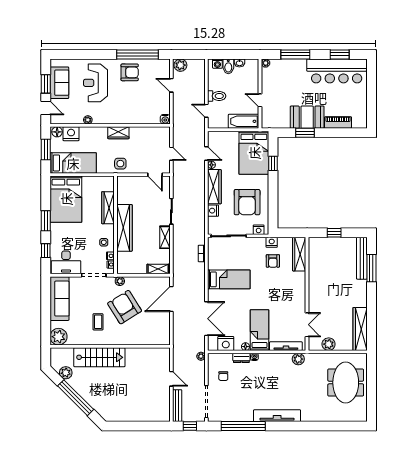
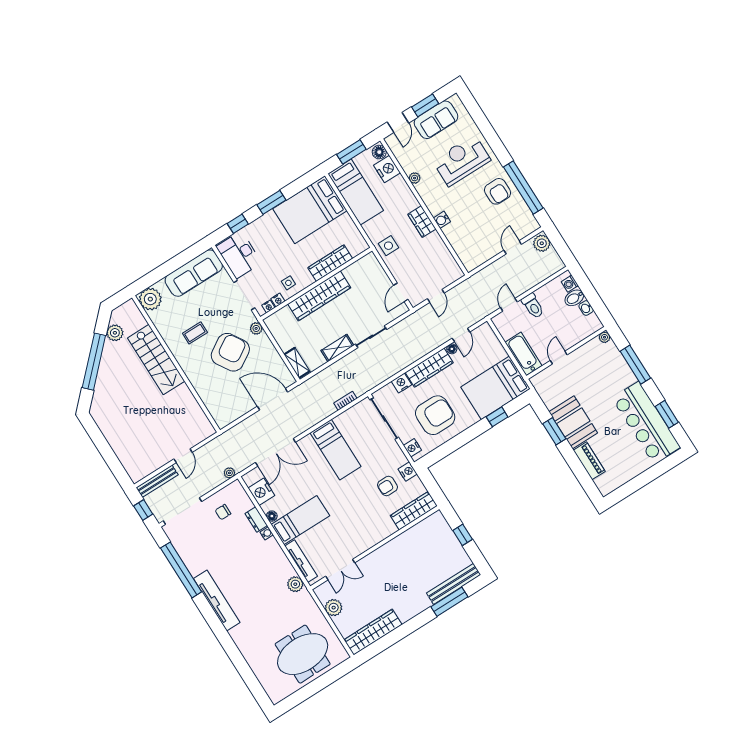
water cooler: (165, 119) -> (442, 220), moved
armchair: (247, 202) -> (435, 415), turned 180

